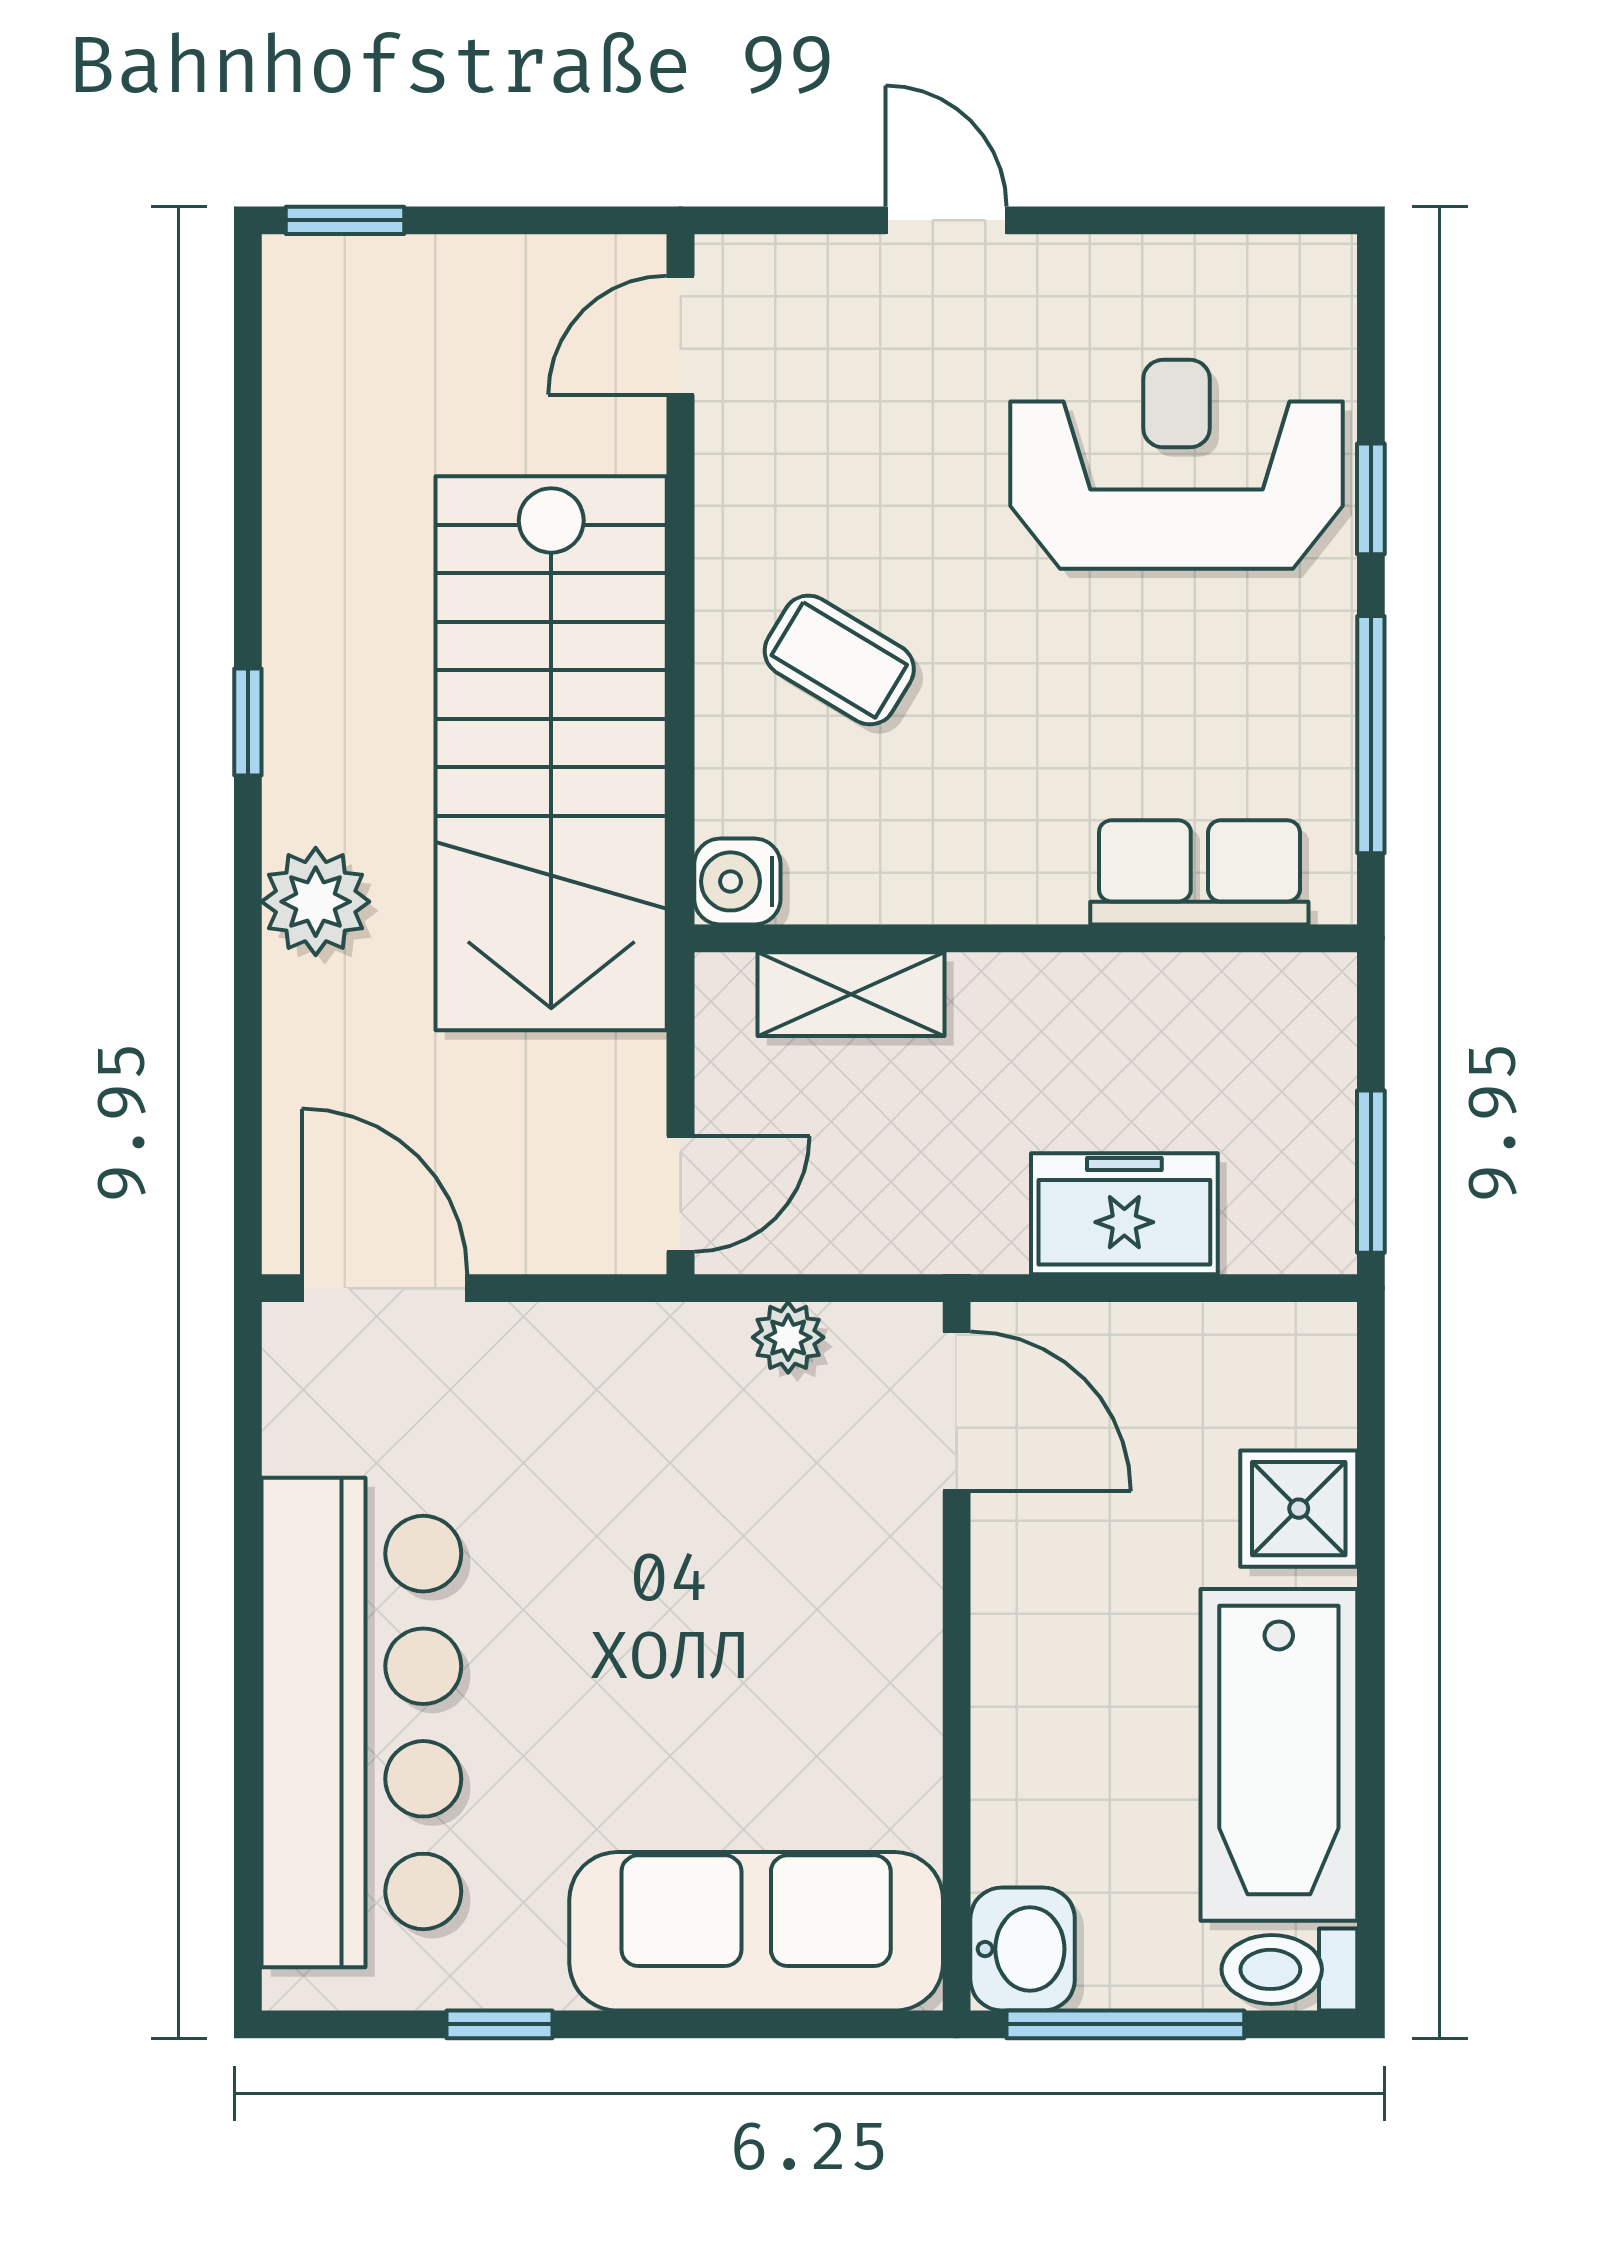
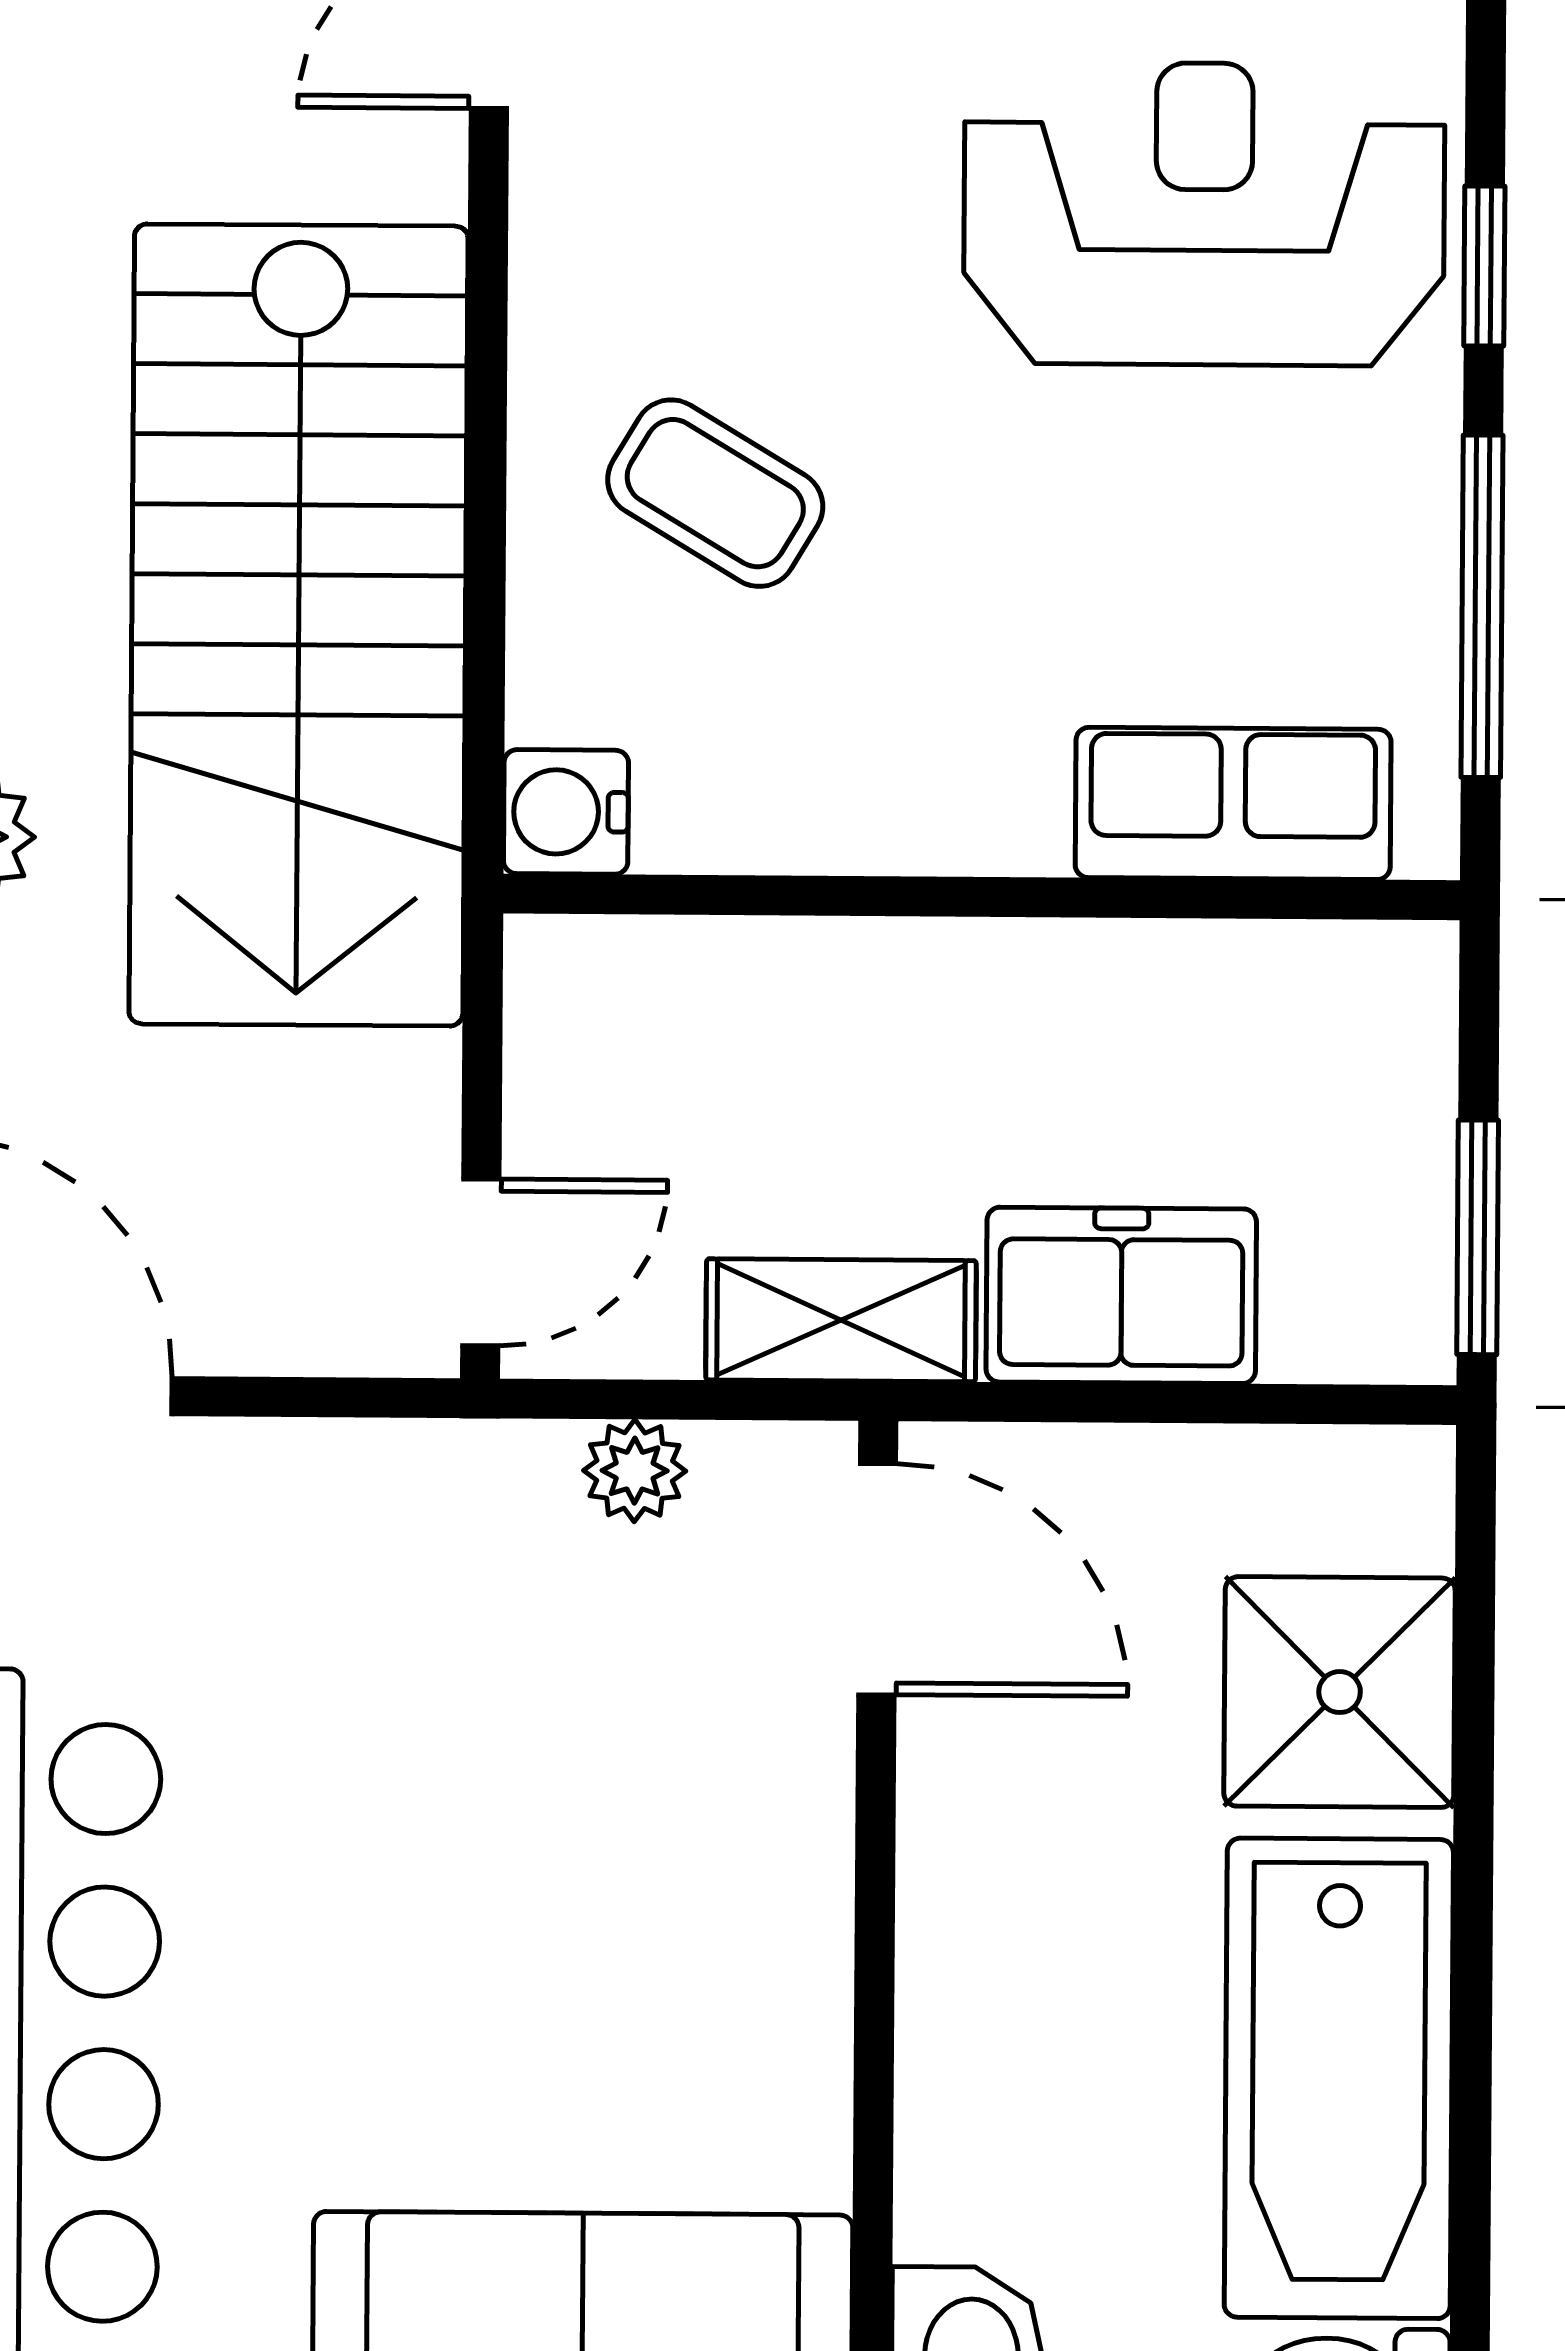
shelving: (851, 994) -> (841, 1320), moved
shower: (1299, 1509) -> (1340, 1692), width x1.36, depth x1.36

